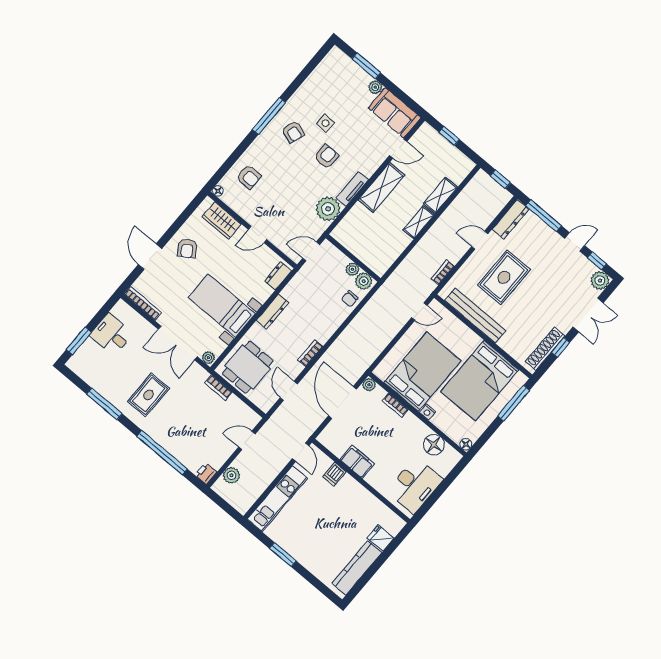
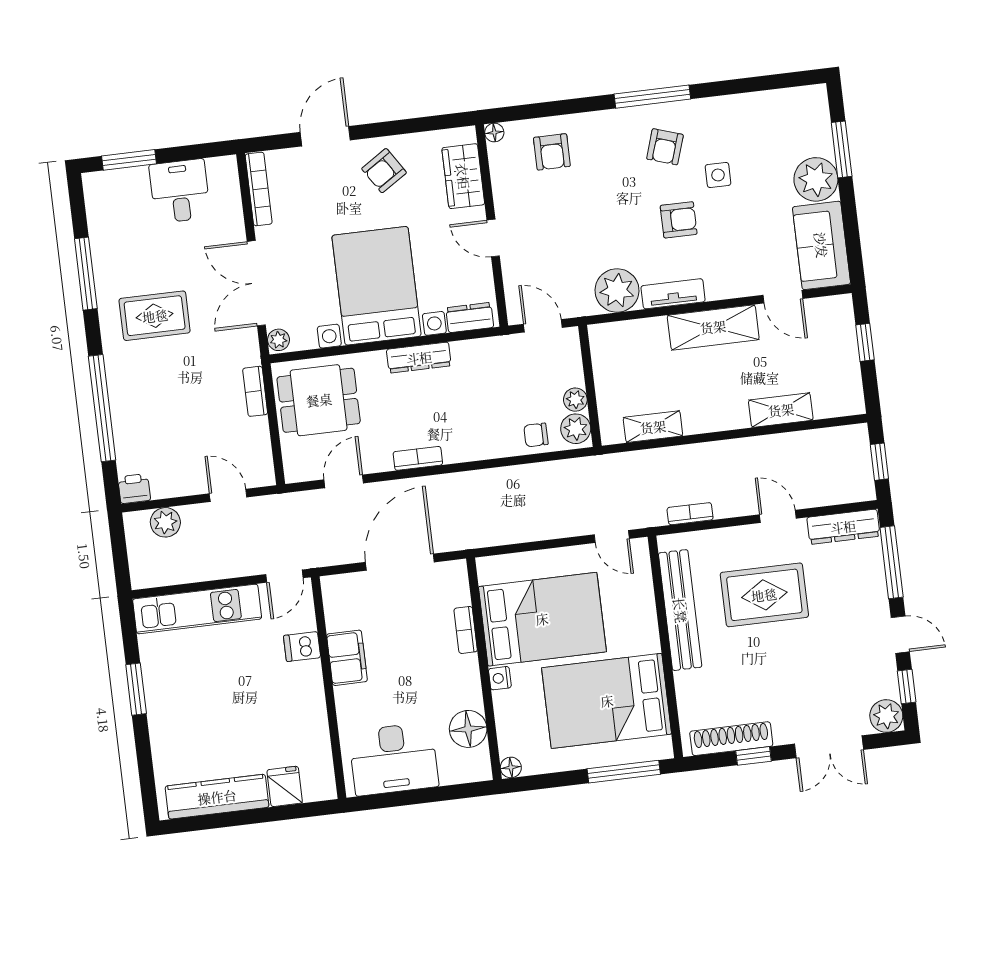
plant: (375, 87) -> (816, 179), width x1.87, depth x1.87
shelving: (419, 222) -> (653, 427), moved
bed with nightstands: (222, 306) -> (376, 286), width x1.36
plant: (369, 385) -> (456, 571), removed

